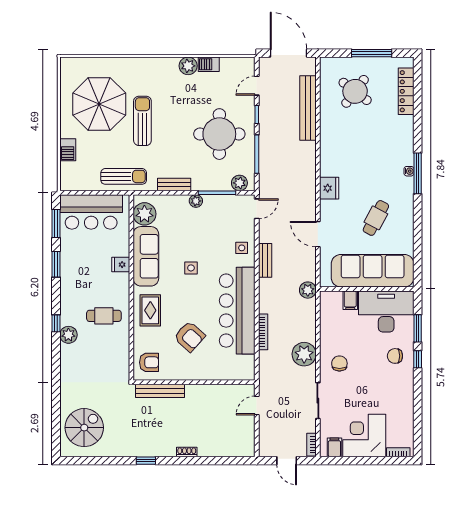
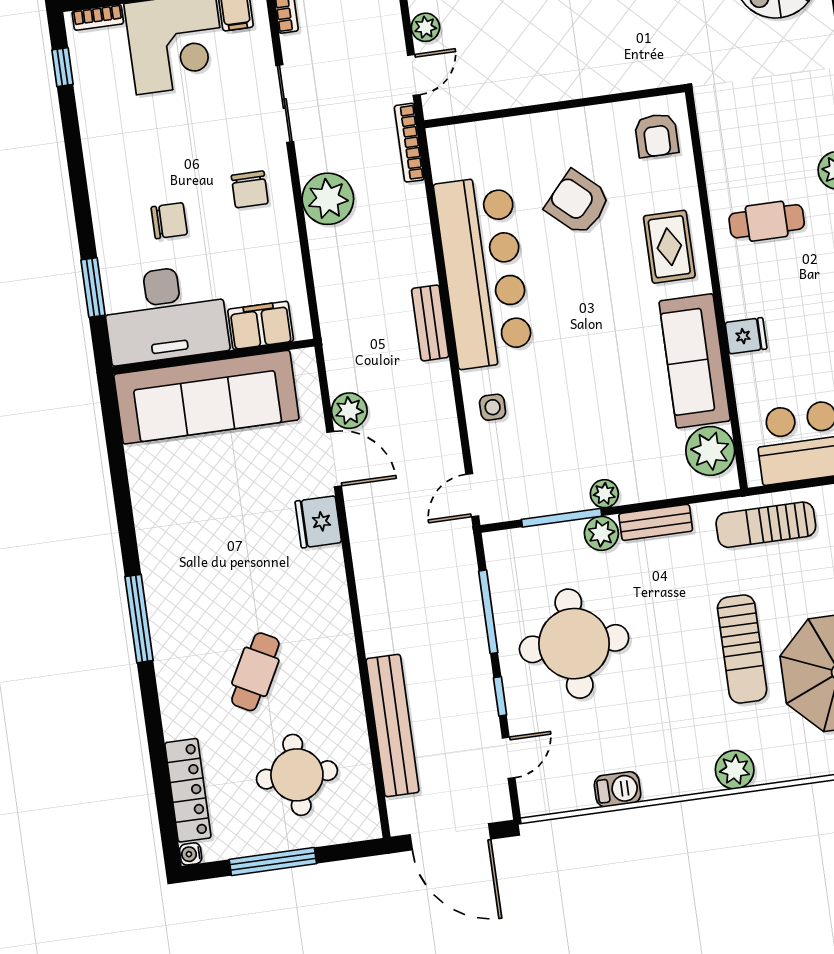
plant: (188, 66) -> (735, 770), moved
round table: (355, 91) -> (297, 775), turned -37
water cooler: (409, 171) -> (191, 854), moved
plant: (239, 183) -> (601, 533), moved
fridge: (329, 188) -> (318, 522), moved
cafe table: (376, 218) -> (255, 672), moved
bench: (265, 260) -> (430, 323), moved
side table: (191, 268) -> (595, 349), removed
plant: (308, 290) -> (349, 411), moved
filing cabinet: (350, 300) -> (261, 325), width x2.00
bookcase: (263, 332) -> (409, 143), moved
chair: (395, 356) -> (169, 221), moved
window: (418, 359) -> (62, 67), moved
armchair: (149, 362) -> (657, 135), turned -90
bench: (160, 391) -> (625, 78), removed
plant: (248, 427) -> (425, 27), added

